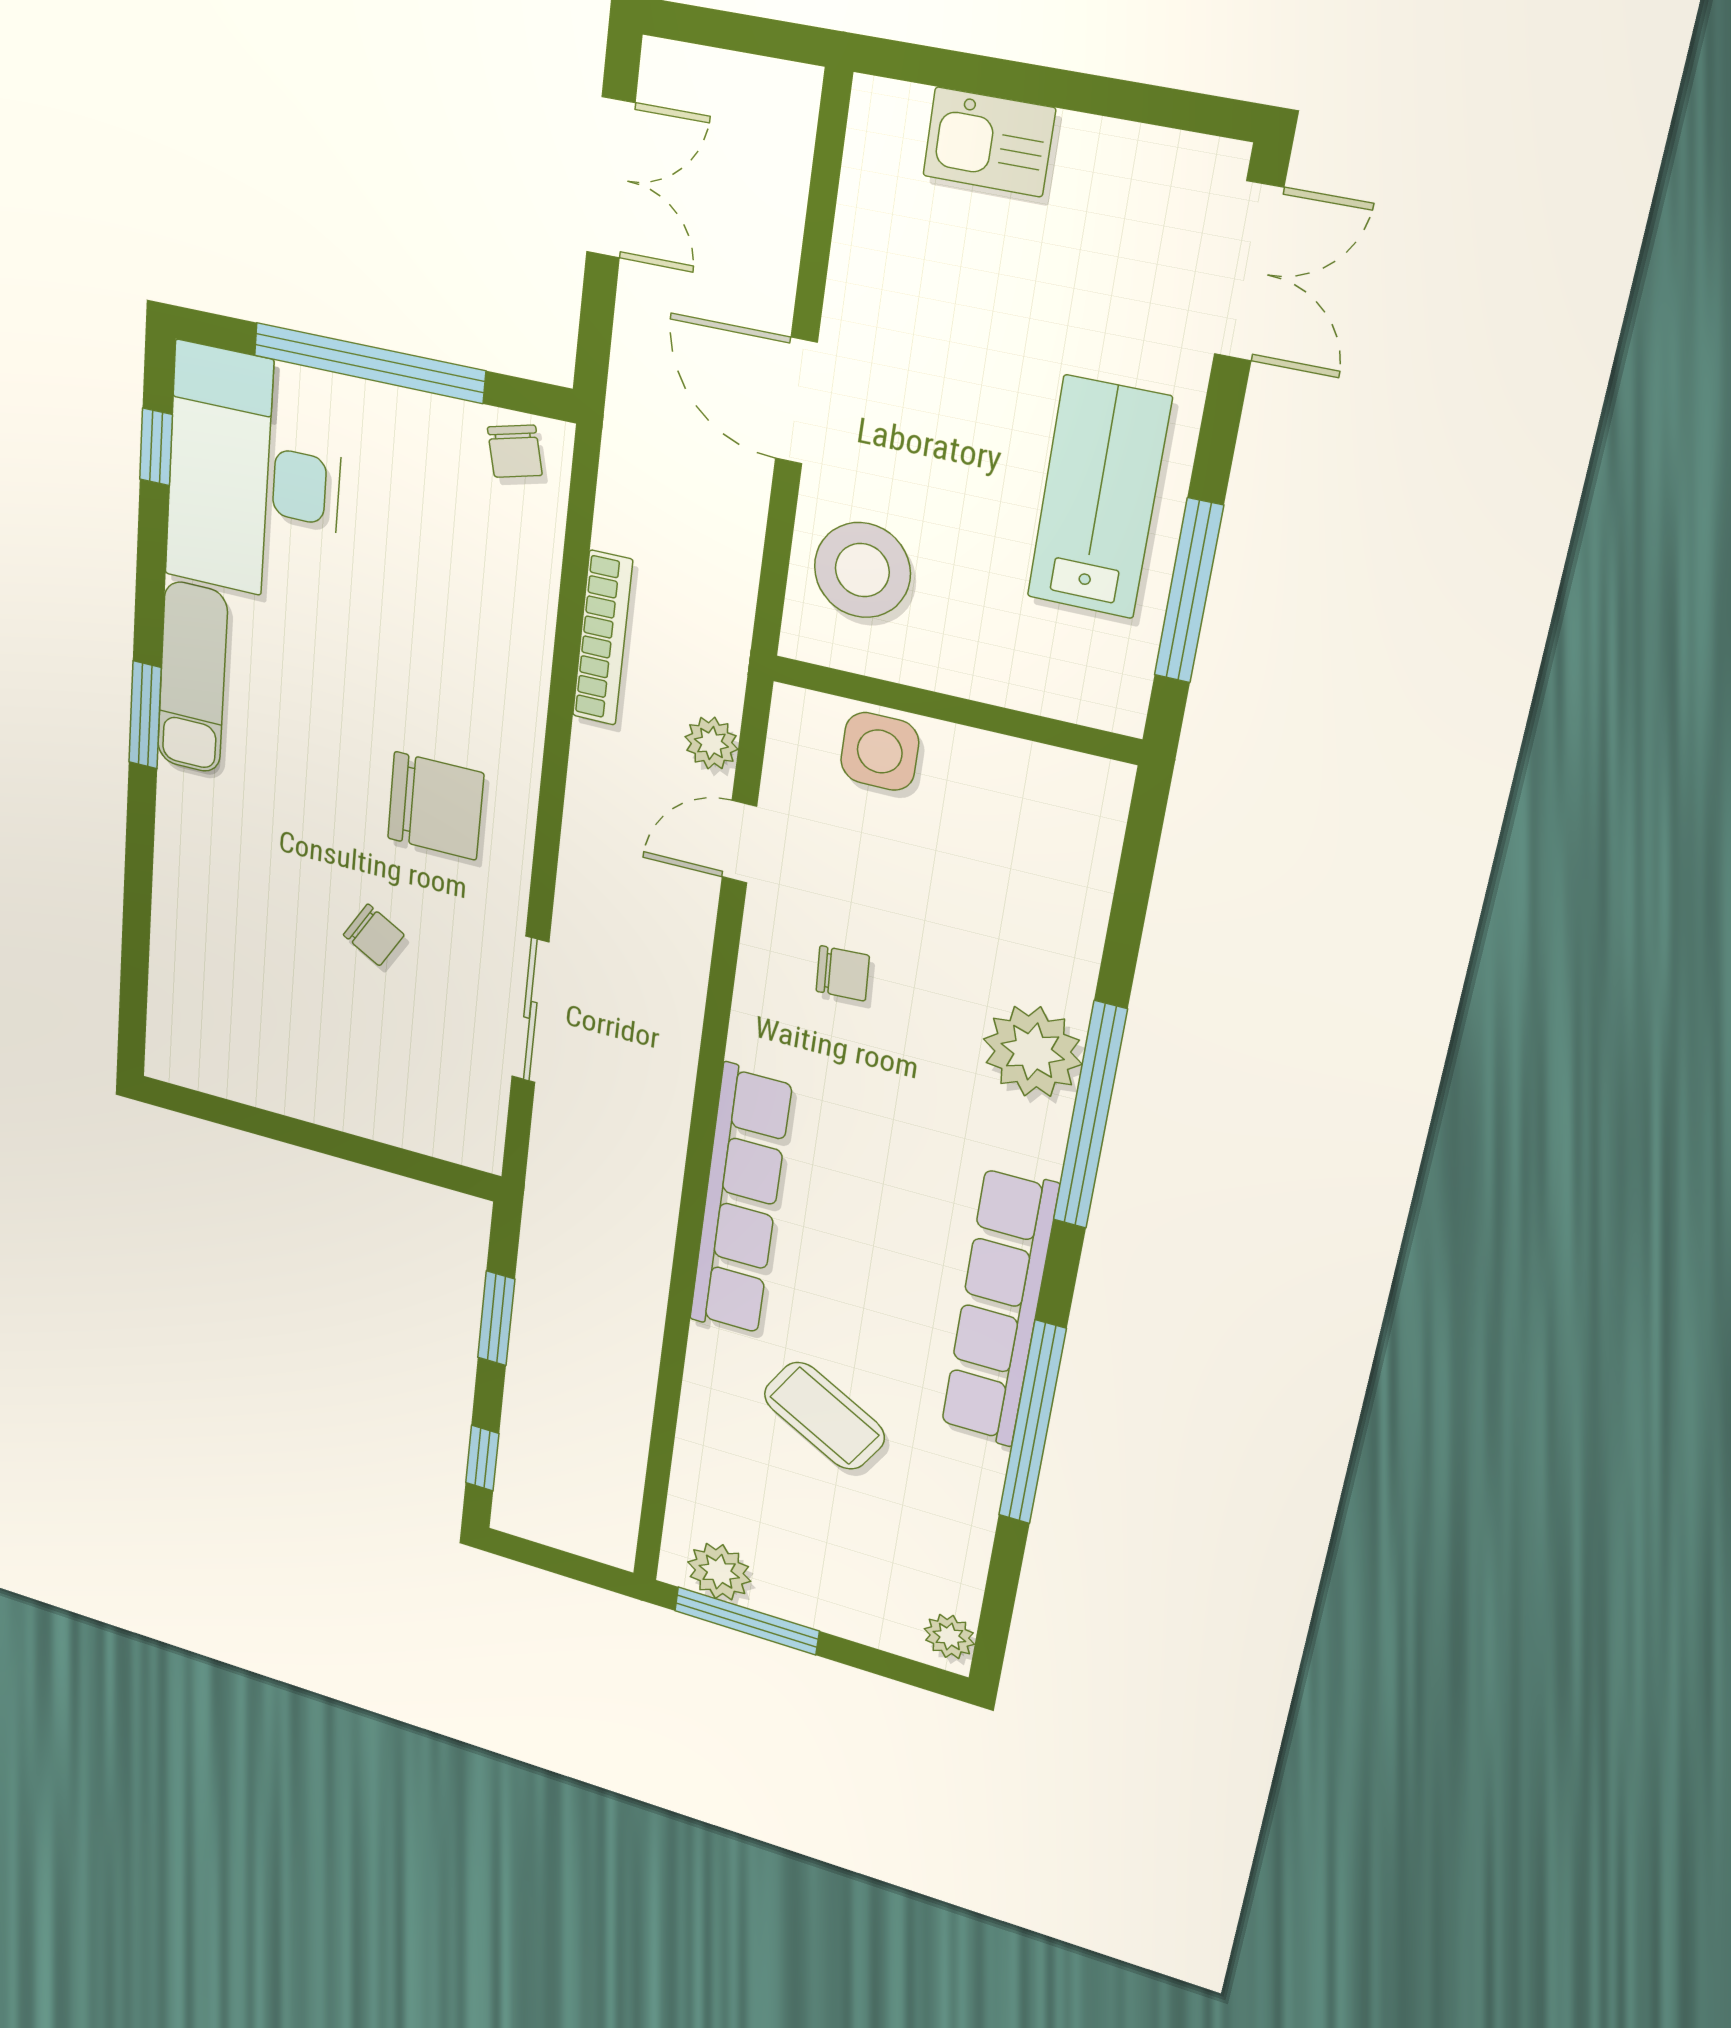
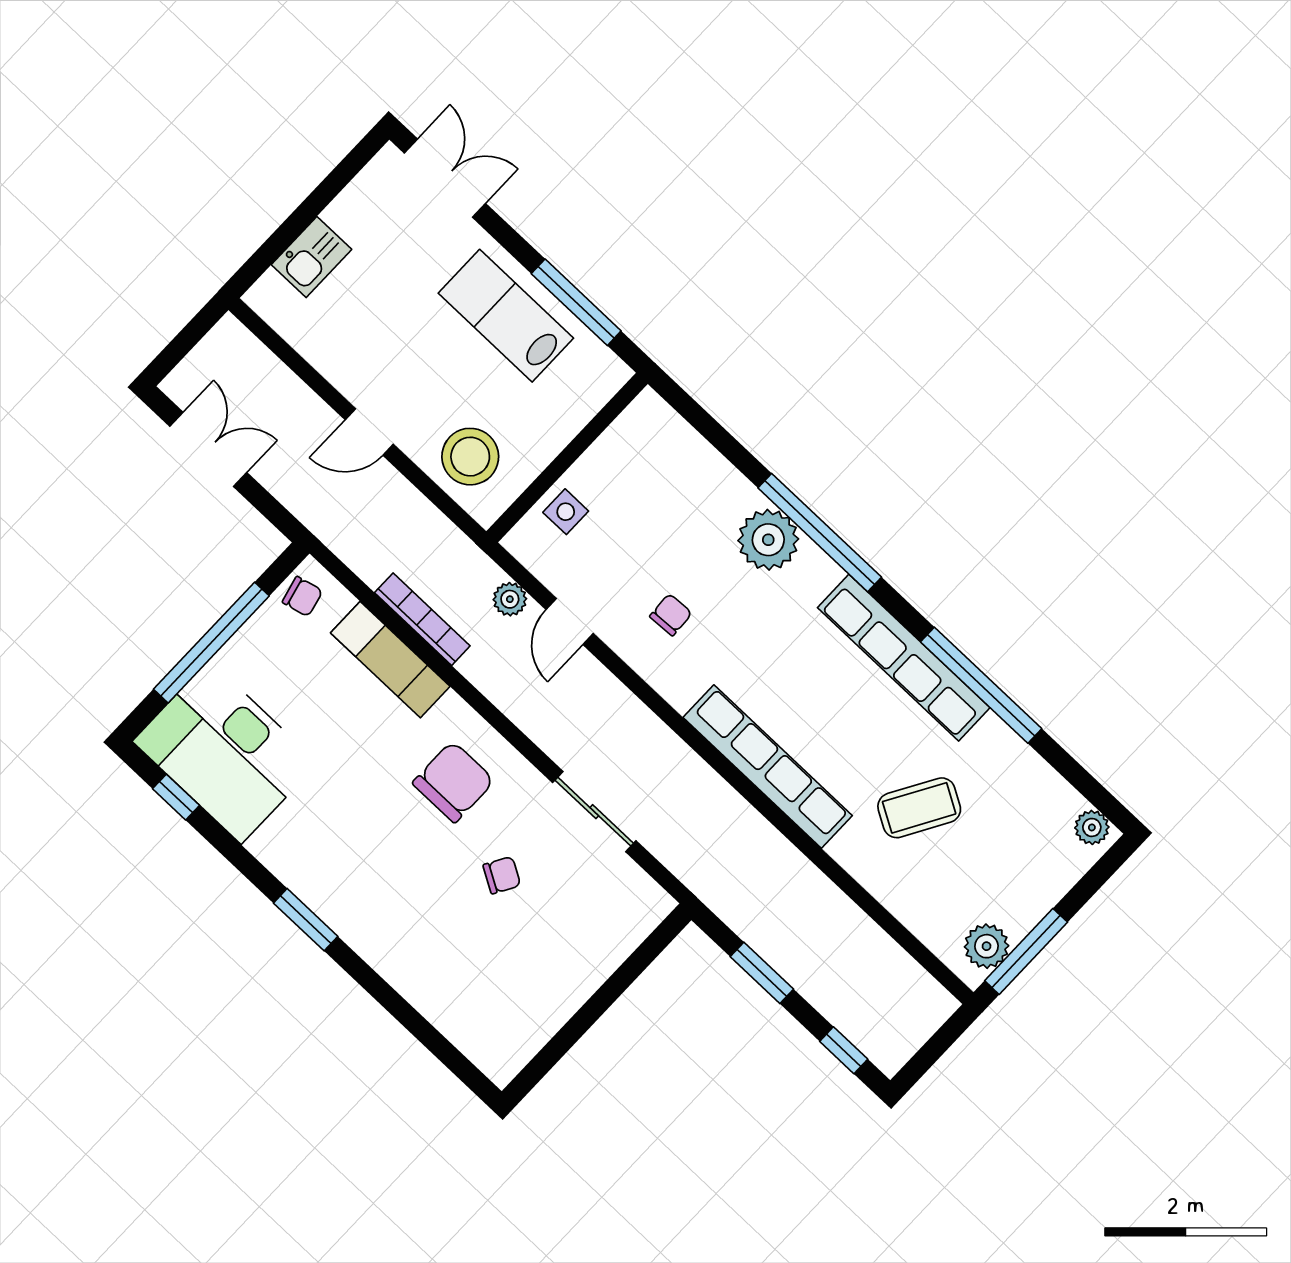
door: (796, 401) -> (369, 432), width x0.73
exam couch: (192, 678) -> (390, 660), moved, turned 180
side table: (880, 751) -> (566, 512), width x0.73, depth x0.73

